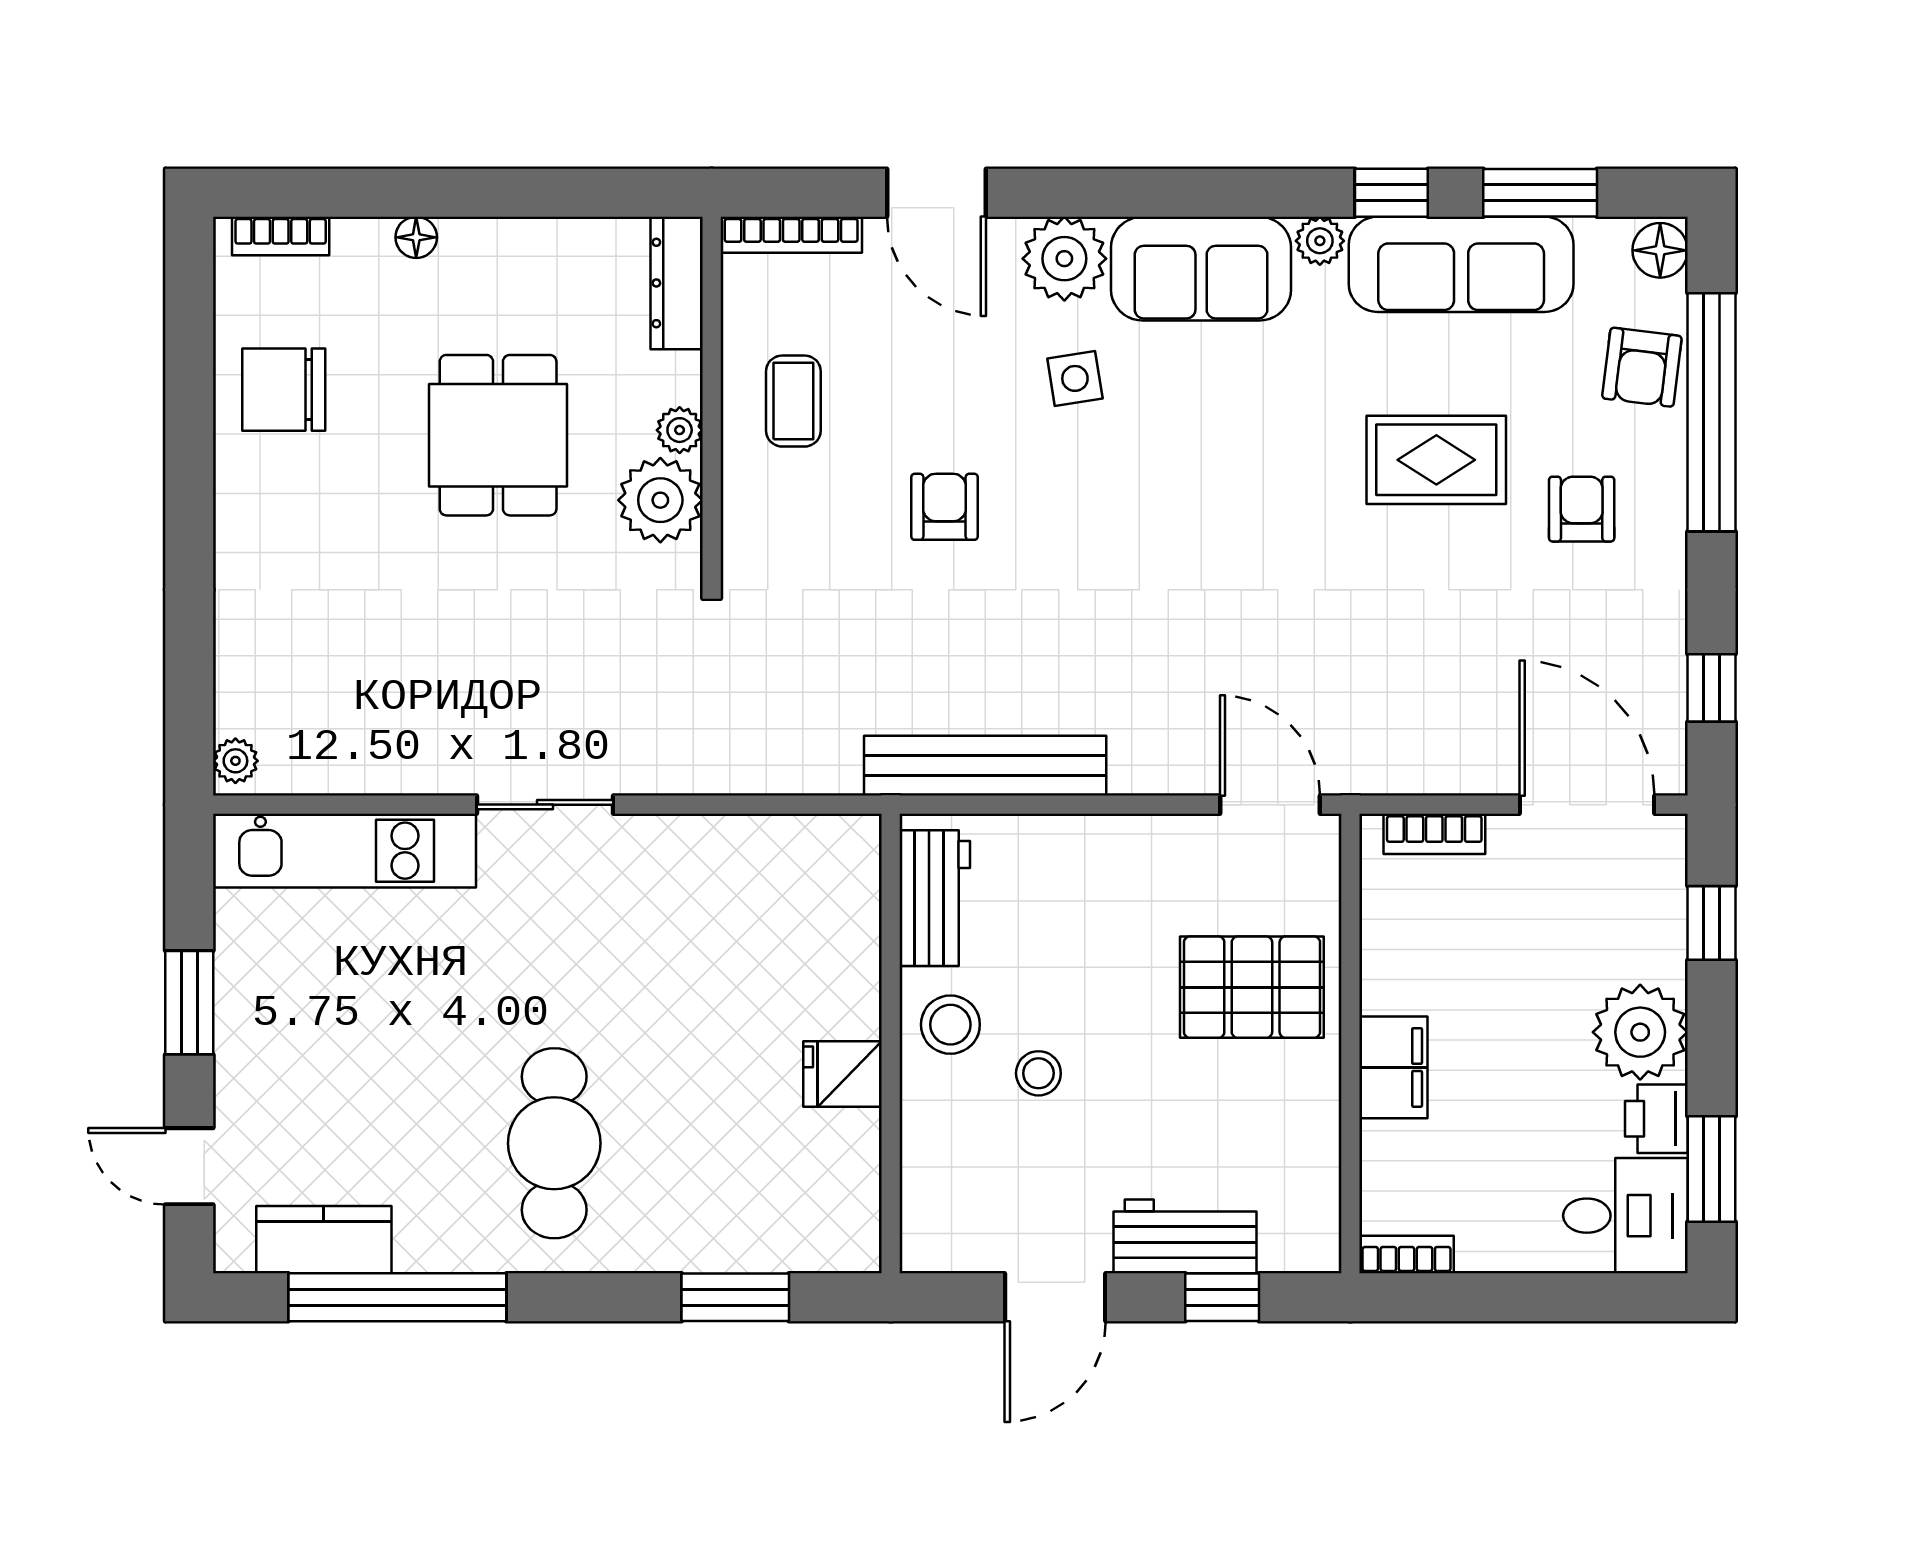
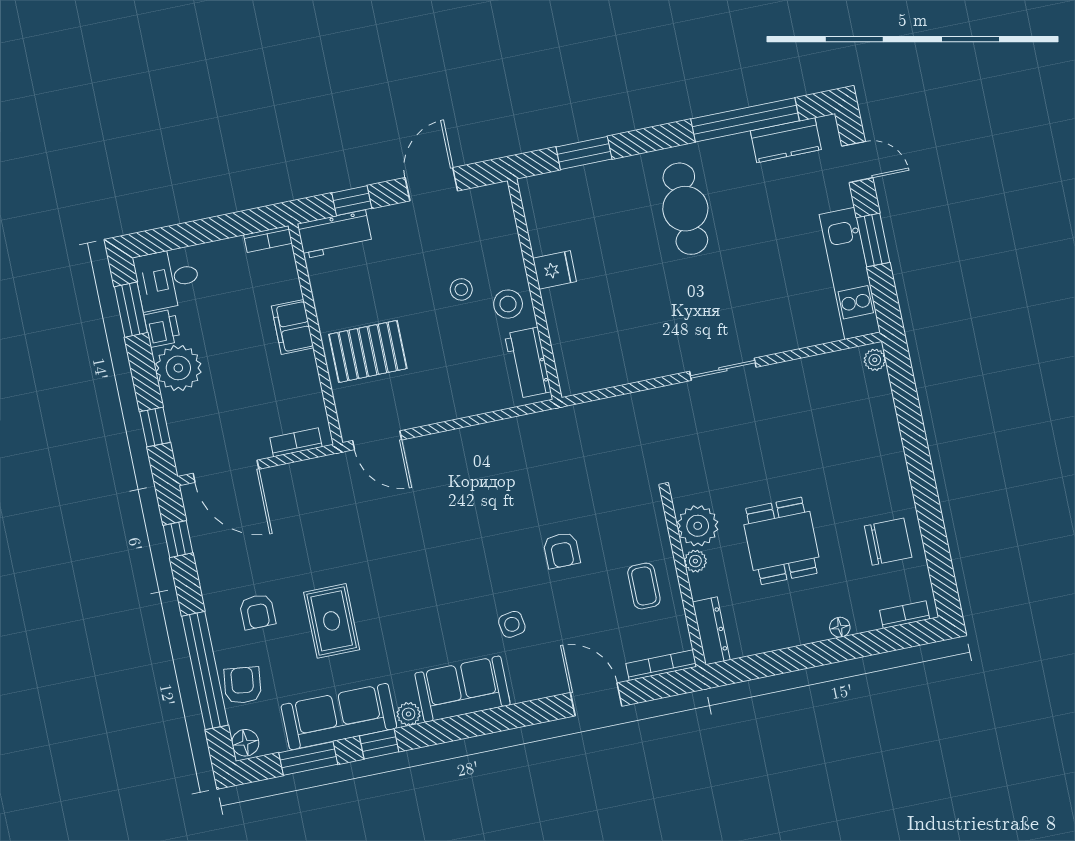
plant: (1064, 259) -> (529, 680), removed
rug: (1436, 460) -> (332, 621), turned 90
bench: (985, 766) -> (517, 431), removed
kitchen unit: (344, 851) -> (850, 273), moved, turned -90
workbench: (1185, 1236) -> (335, 234), moved

